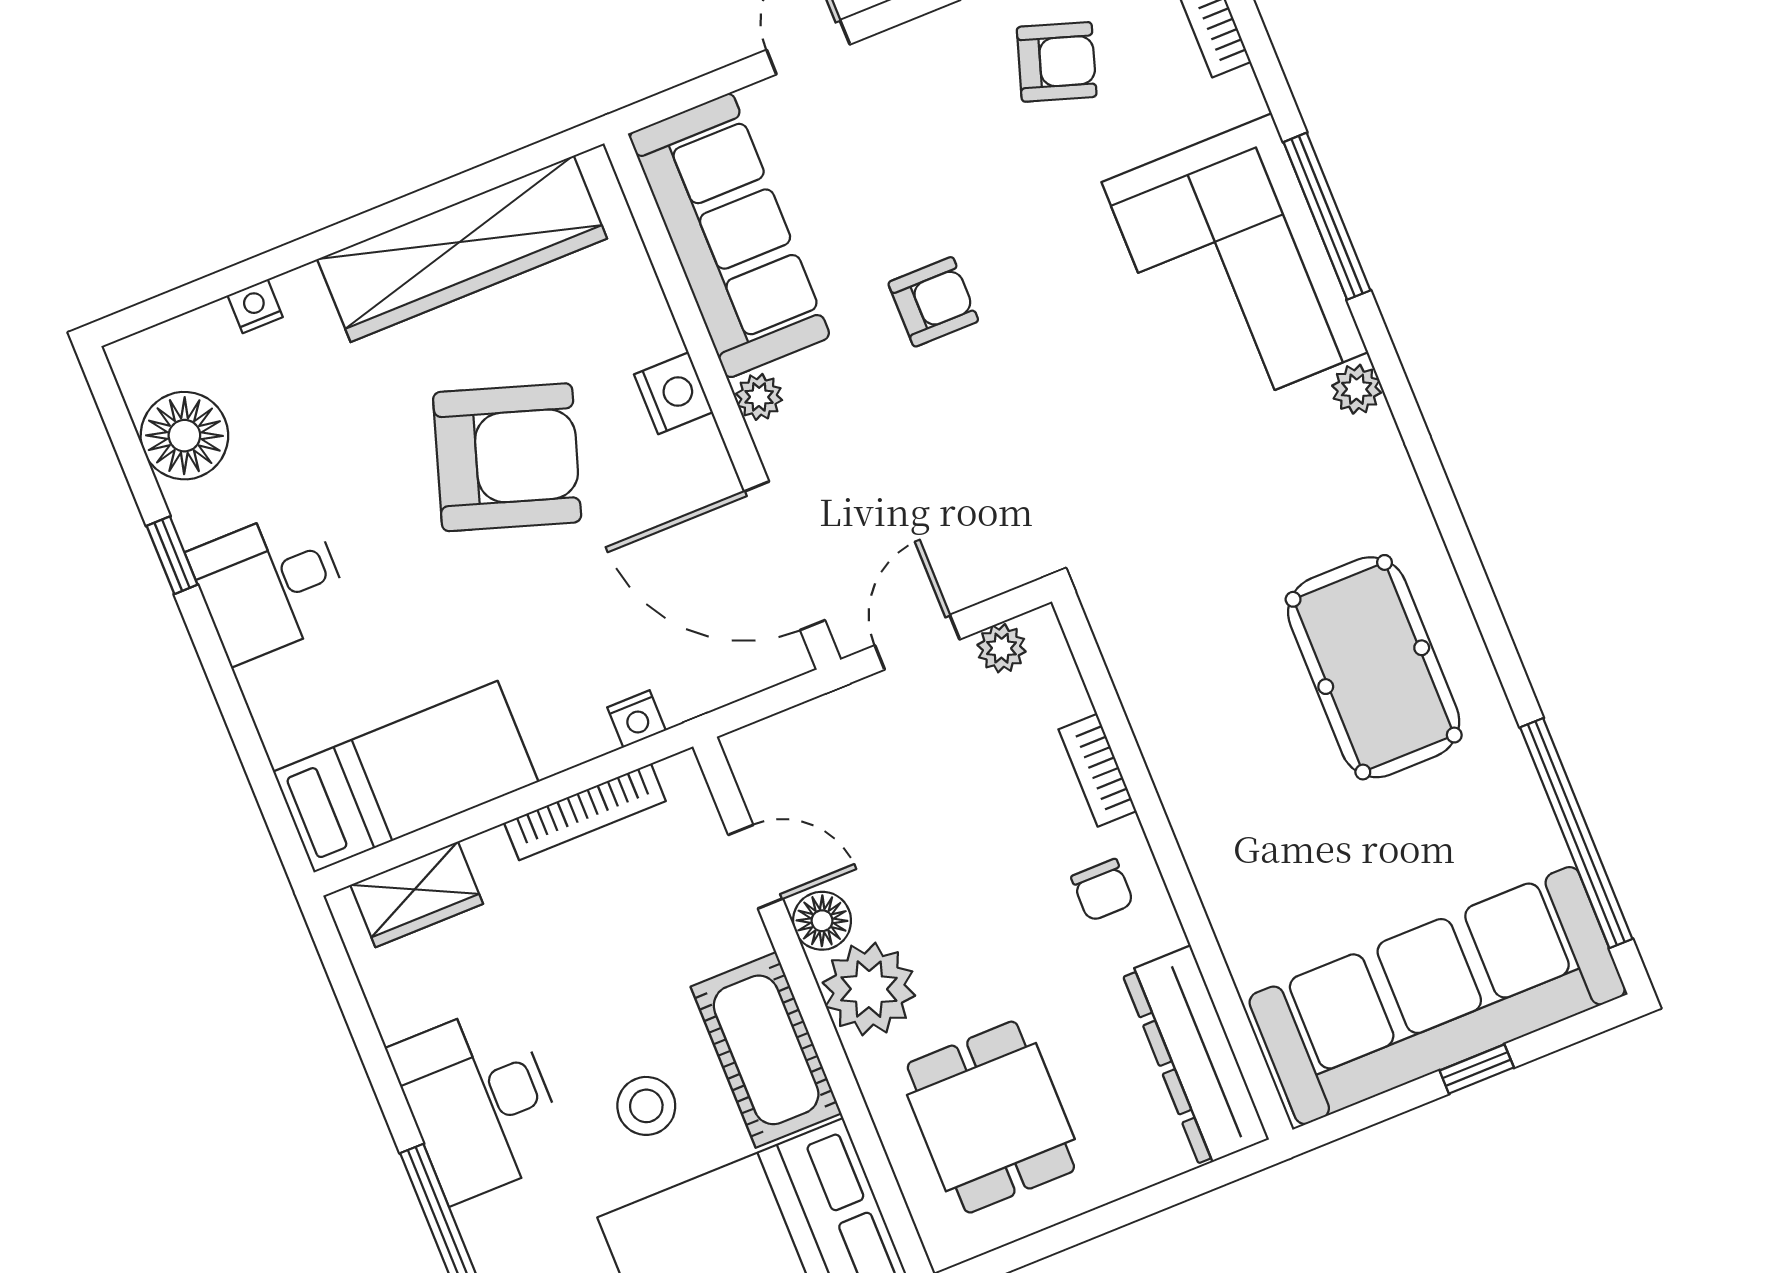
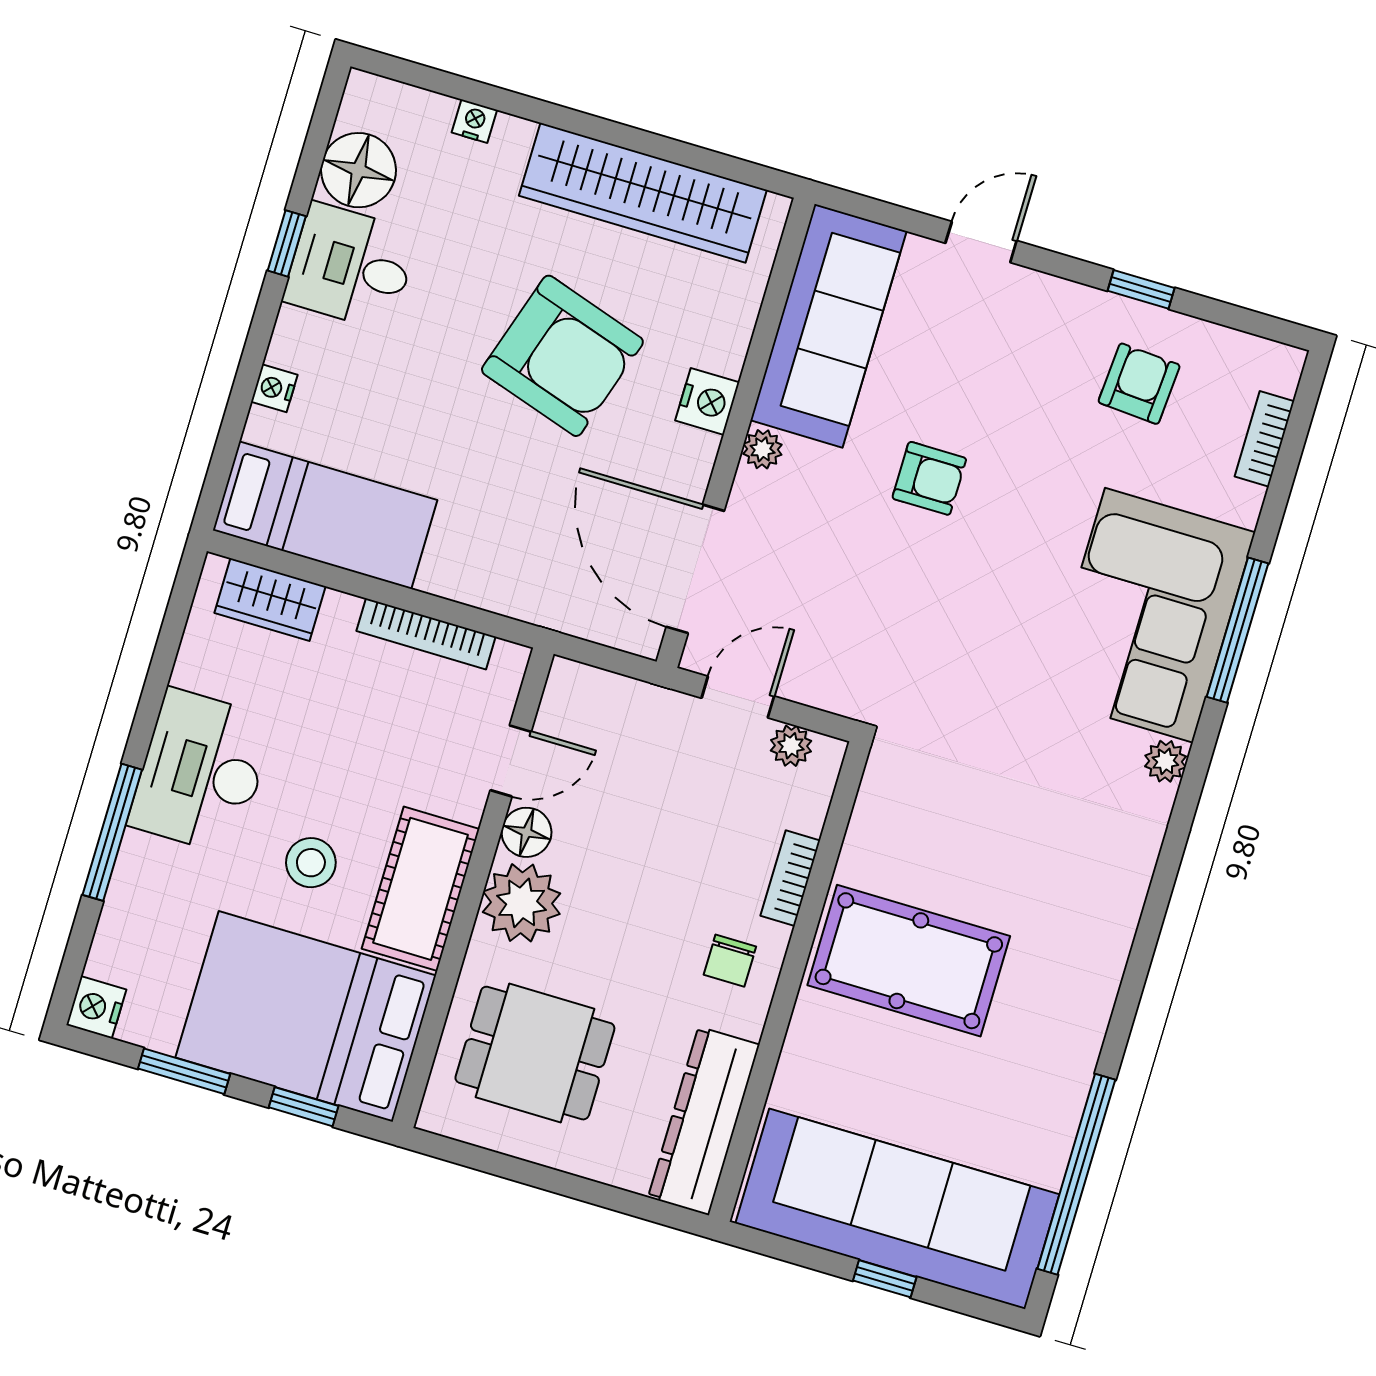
armchair: (1057, 62) -> (1139, 384), turned -104
desk: (270, 585) -> (351, 267), moved
pool table: (1374, 667) -> (909, 961), moved, turned 90
nightstand: (636, 719) -> (274, 388), moved, turned 90
door: (755, 867) -> (511, 761), hinge flipped
dining table: (991, 1117) -> (535, 1053), turned 90

